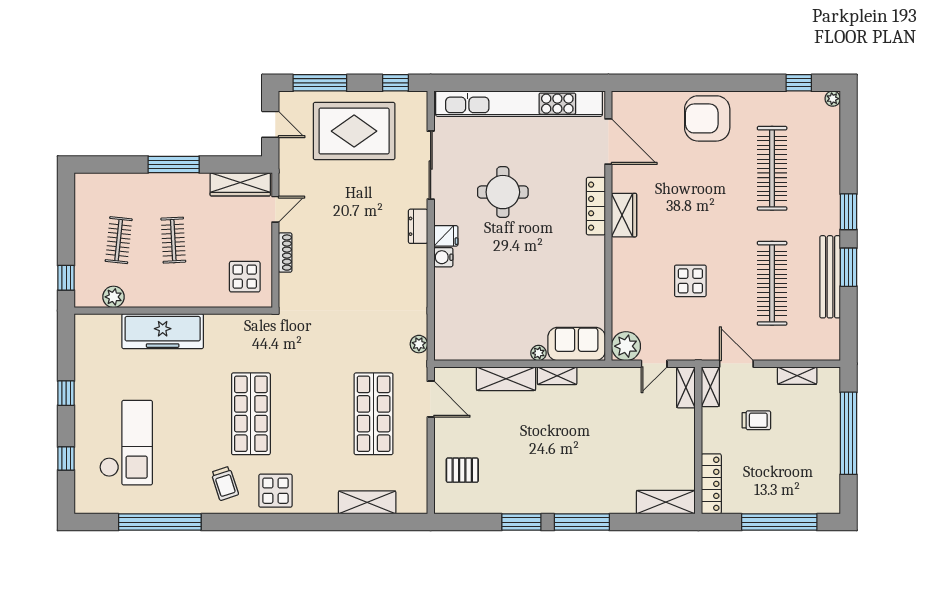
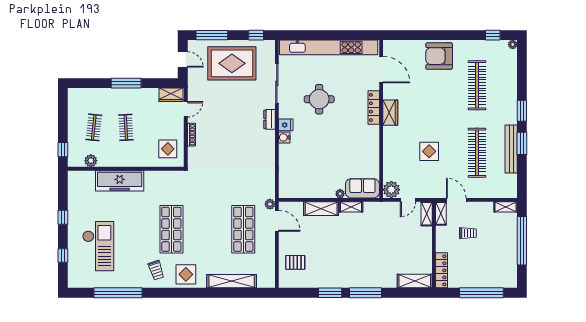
wardrobe: (240, 184) -> (171, 95), width x0.67
plant: (419, 344) -> (270, 204), moved
shelving: (797, 376) -> (506, 207), moved
shelving: (367, 502) -> (232, 281), width x1.47

